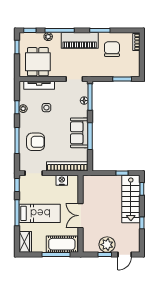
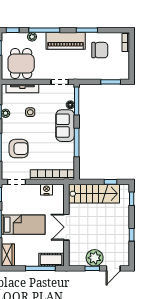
chair: (112, 49) -> (100, 50), turned 90
sofa: (79, 133) -> (65, 126), moved
stairs: (131, 199) -> (94, 194), moved, turned -90
cot: (62, 244) -> (51, 260), width x0.73, depth x0.75

